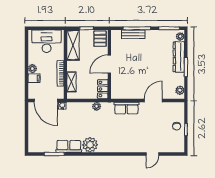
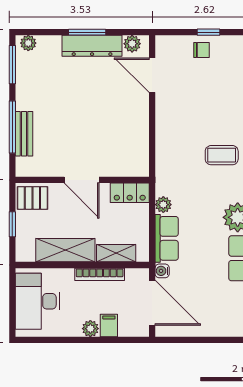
shelving: (73, 45) -> (65, 250), moved
dresser: (179, 57) -> (92, 46), moved
door: (46, 101) -> (152, 303), hinge flipped
door: (153, 101) -> (152, 75), moved
row of seats: (126, 108) -> (167, 238), moved
coffee table: (122, 137) -> (222, 155), added

